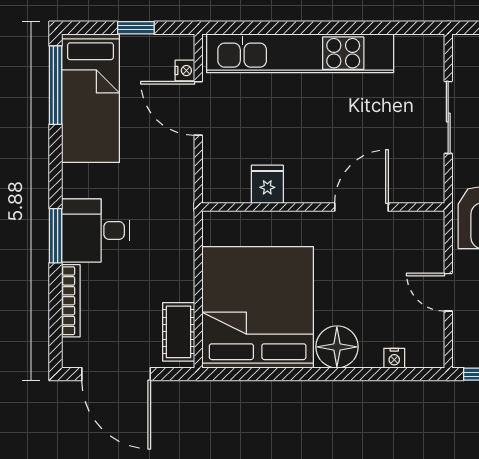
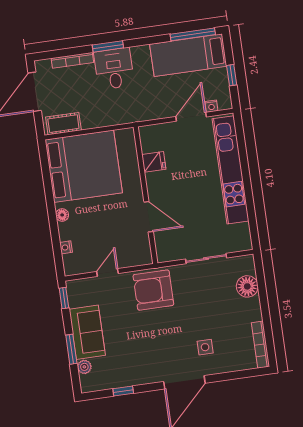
floor lamp: (337, 347) -> (62, 215), width x0.53, depth x0.53

